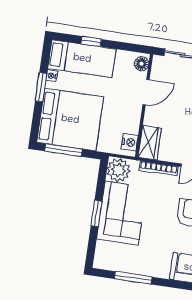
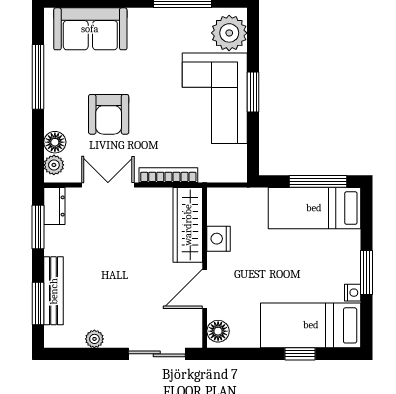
bed: (70, 120) -> (314, 208), width x0.49
nightstand: (130, 142) -> (219, 239), moved
wardrobe: (150, 143) -> (188, 225), width x1.50
plant: (118, 170) -> (229, 33), moved

